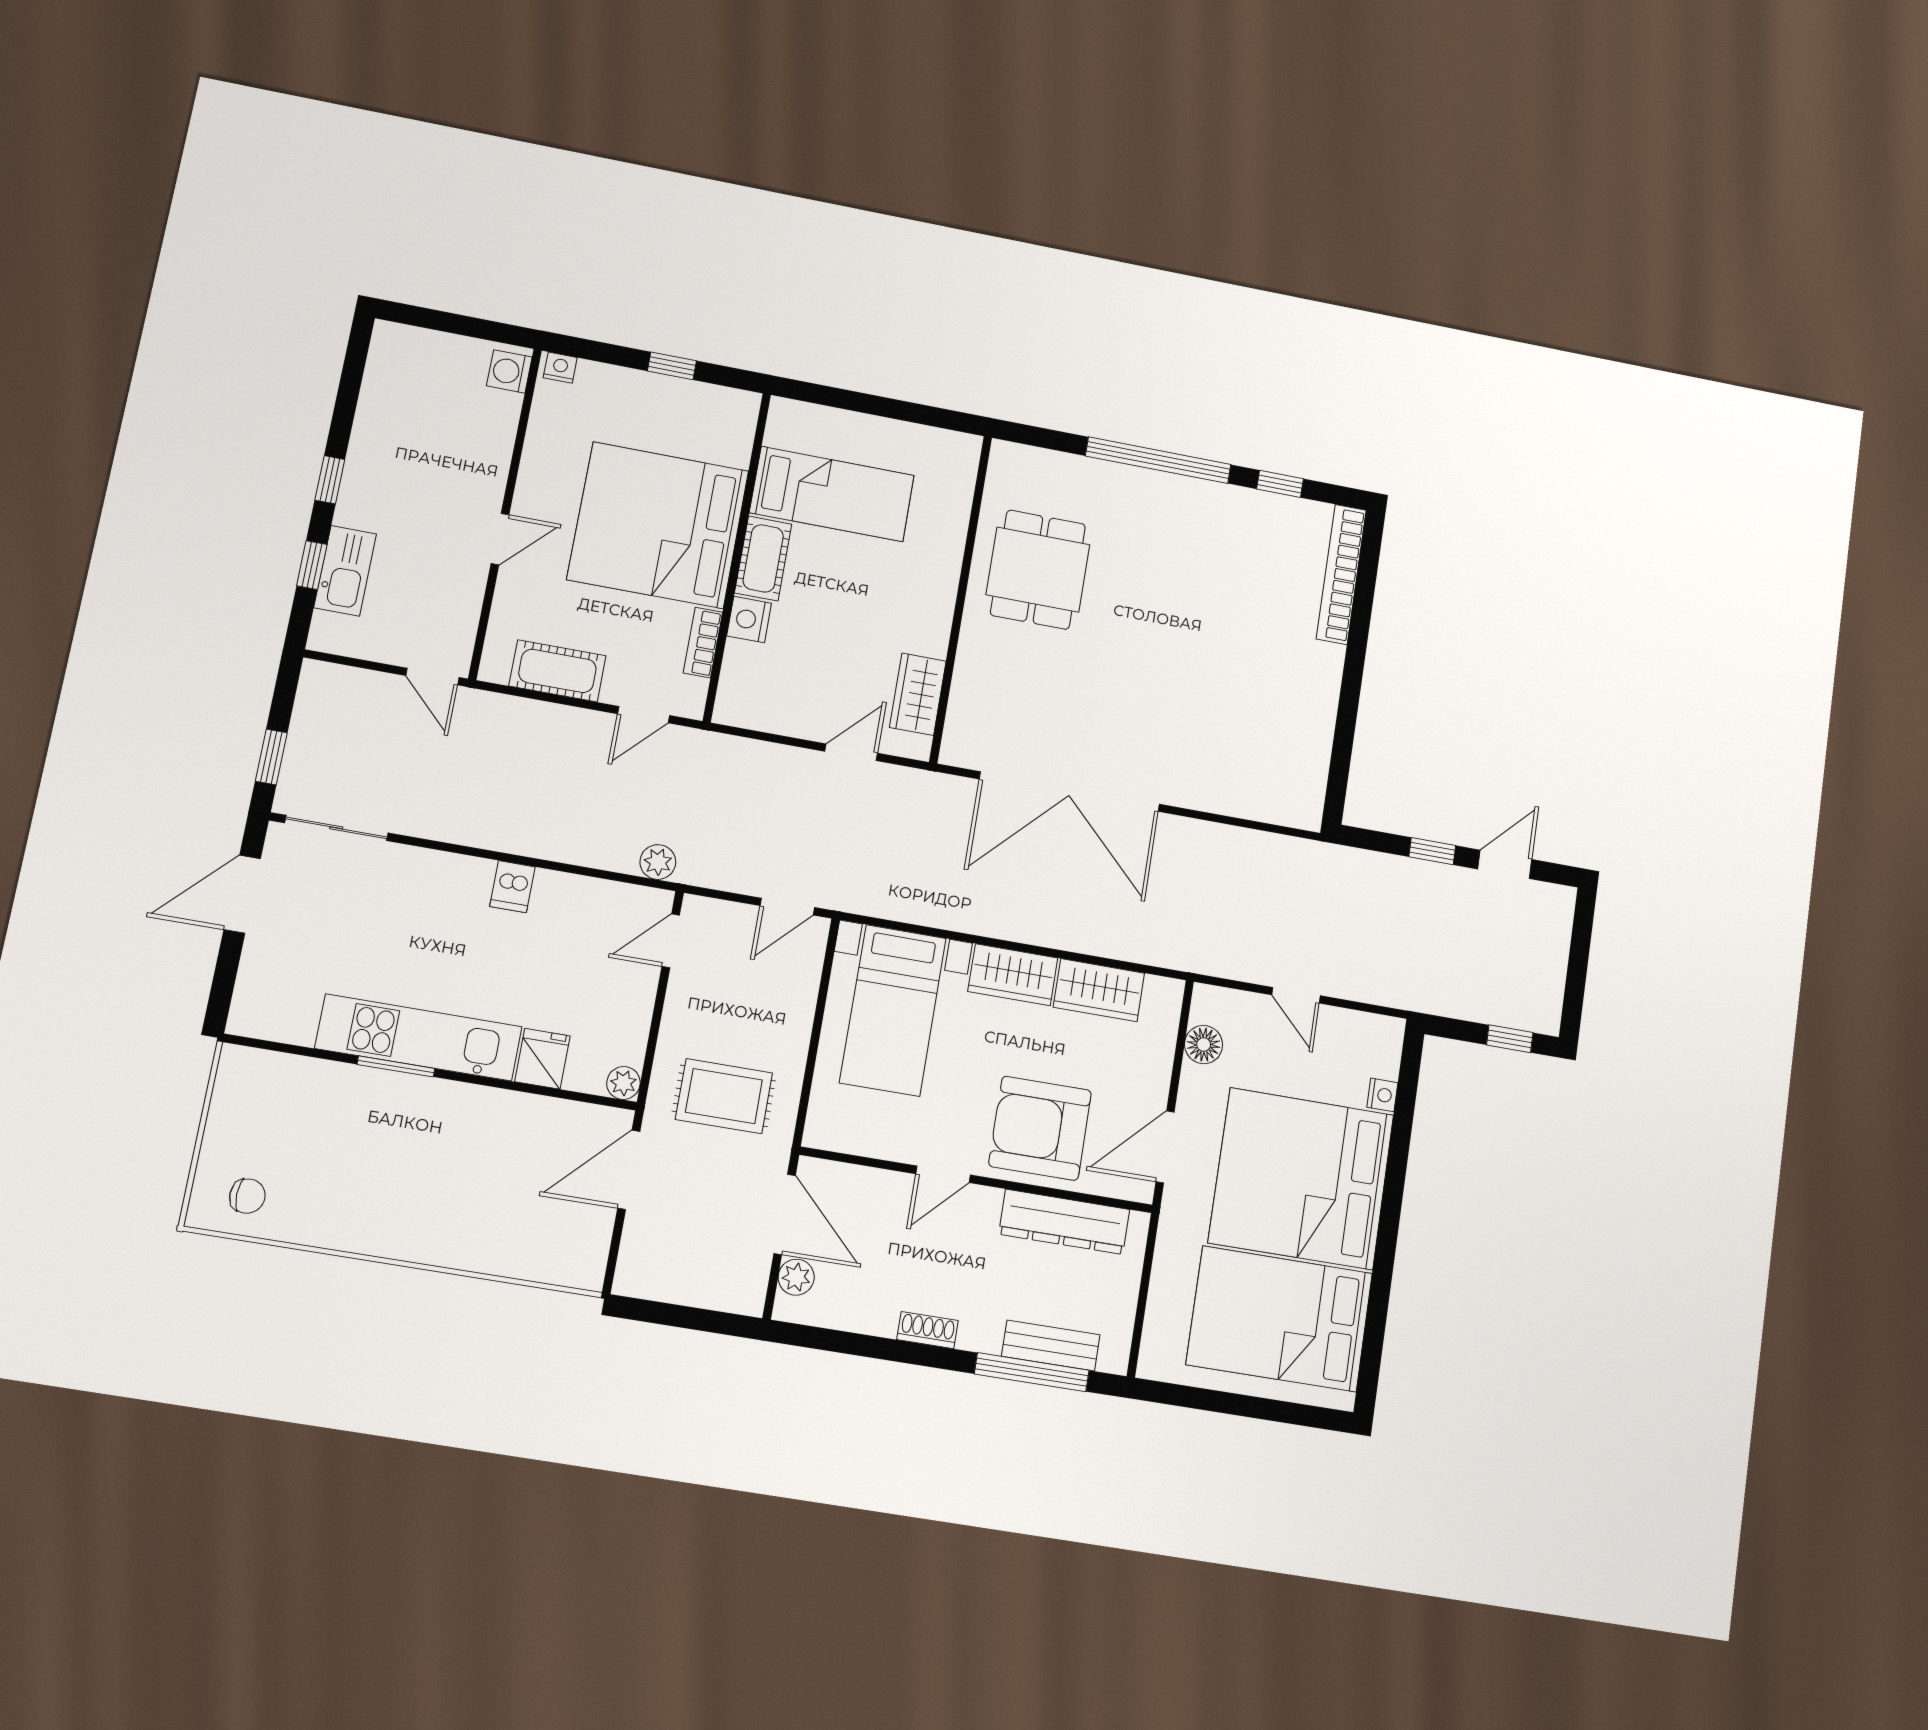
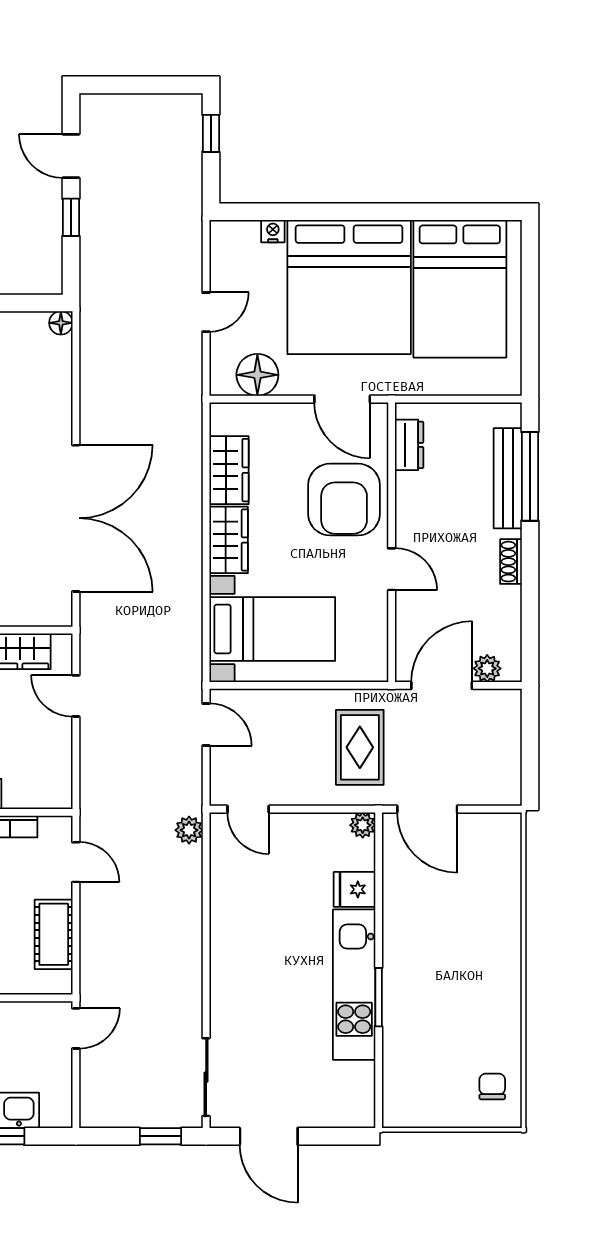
floor lamp: (1308, 816) -> (61, 323), added
dishwasher: (512, 887) -> (228, 937), removed
floor lamp: (1204, 1045) -> (257, 375), width x1.38, depth x1.38
dresser: (1064, 1222) -> (409, 445), width x0.51, depth x0.80
bench: (1051, 1345) -> (508, 478), width x1.36

